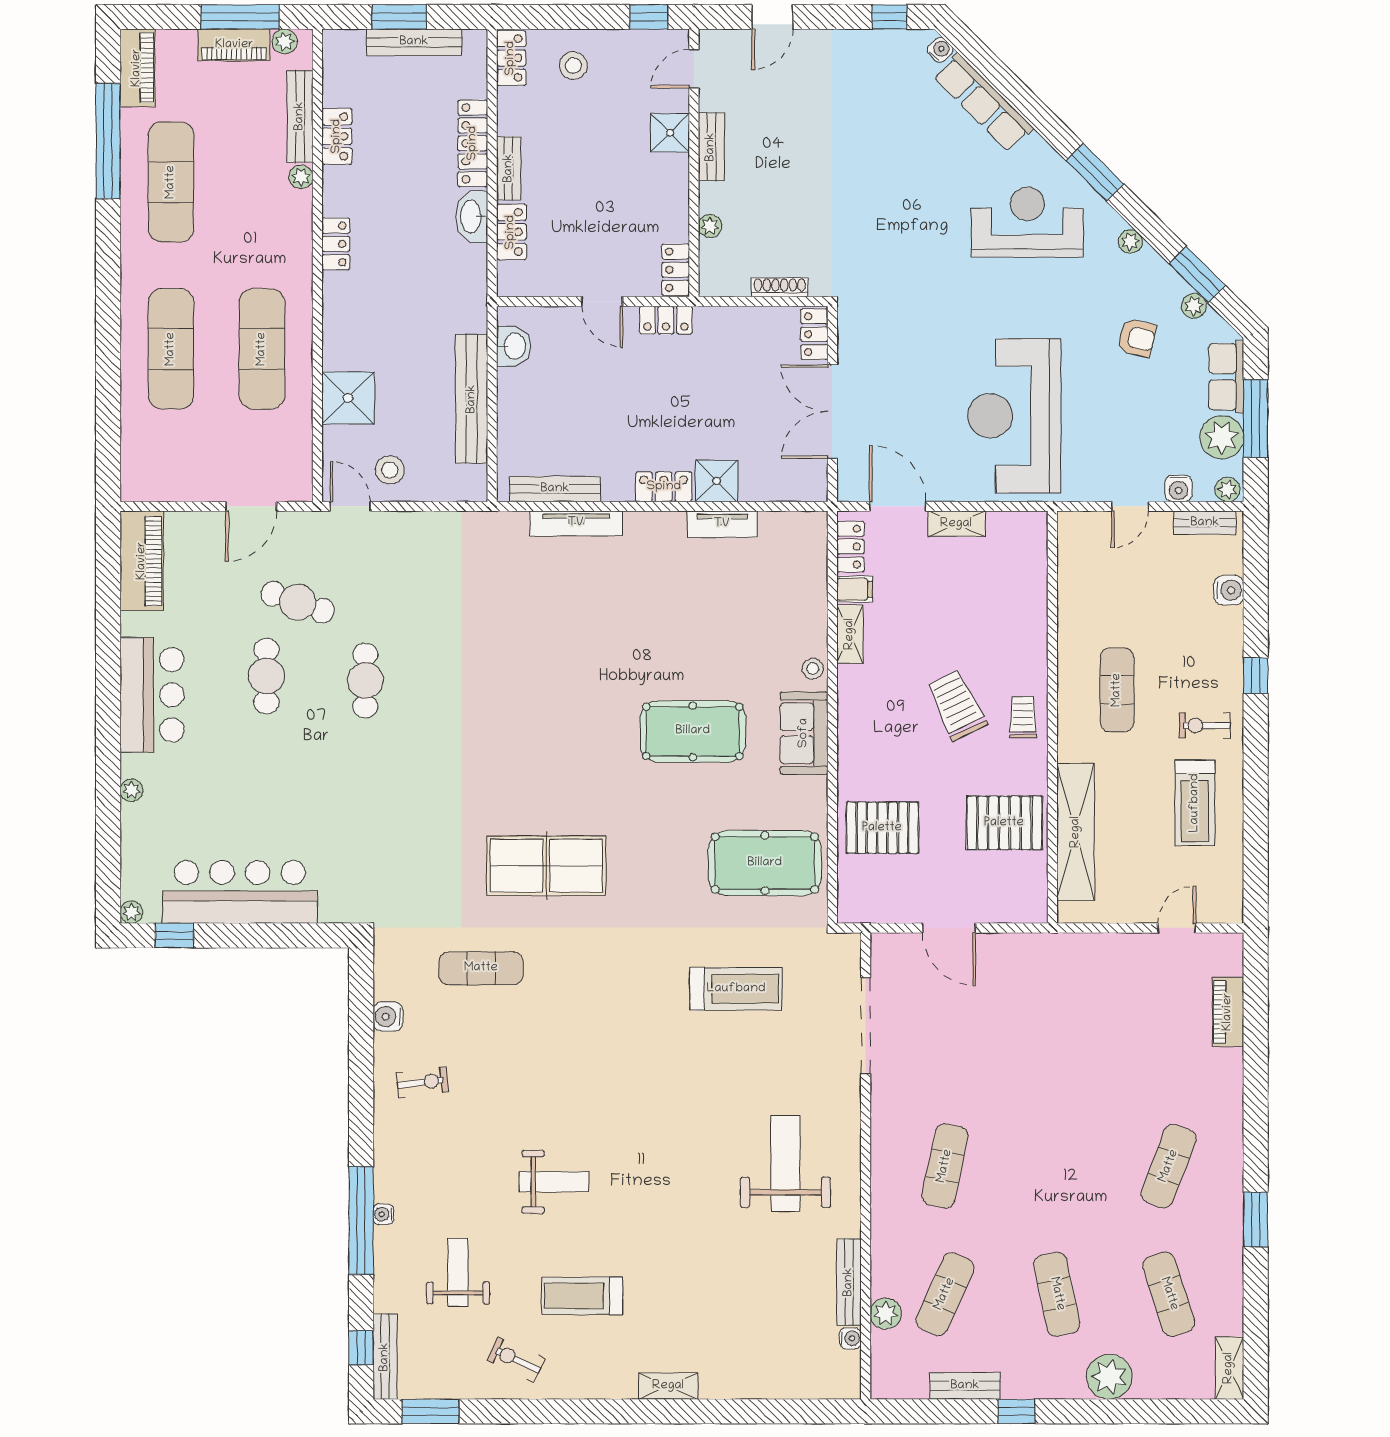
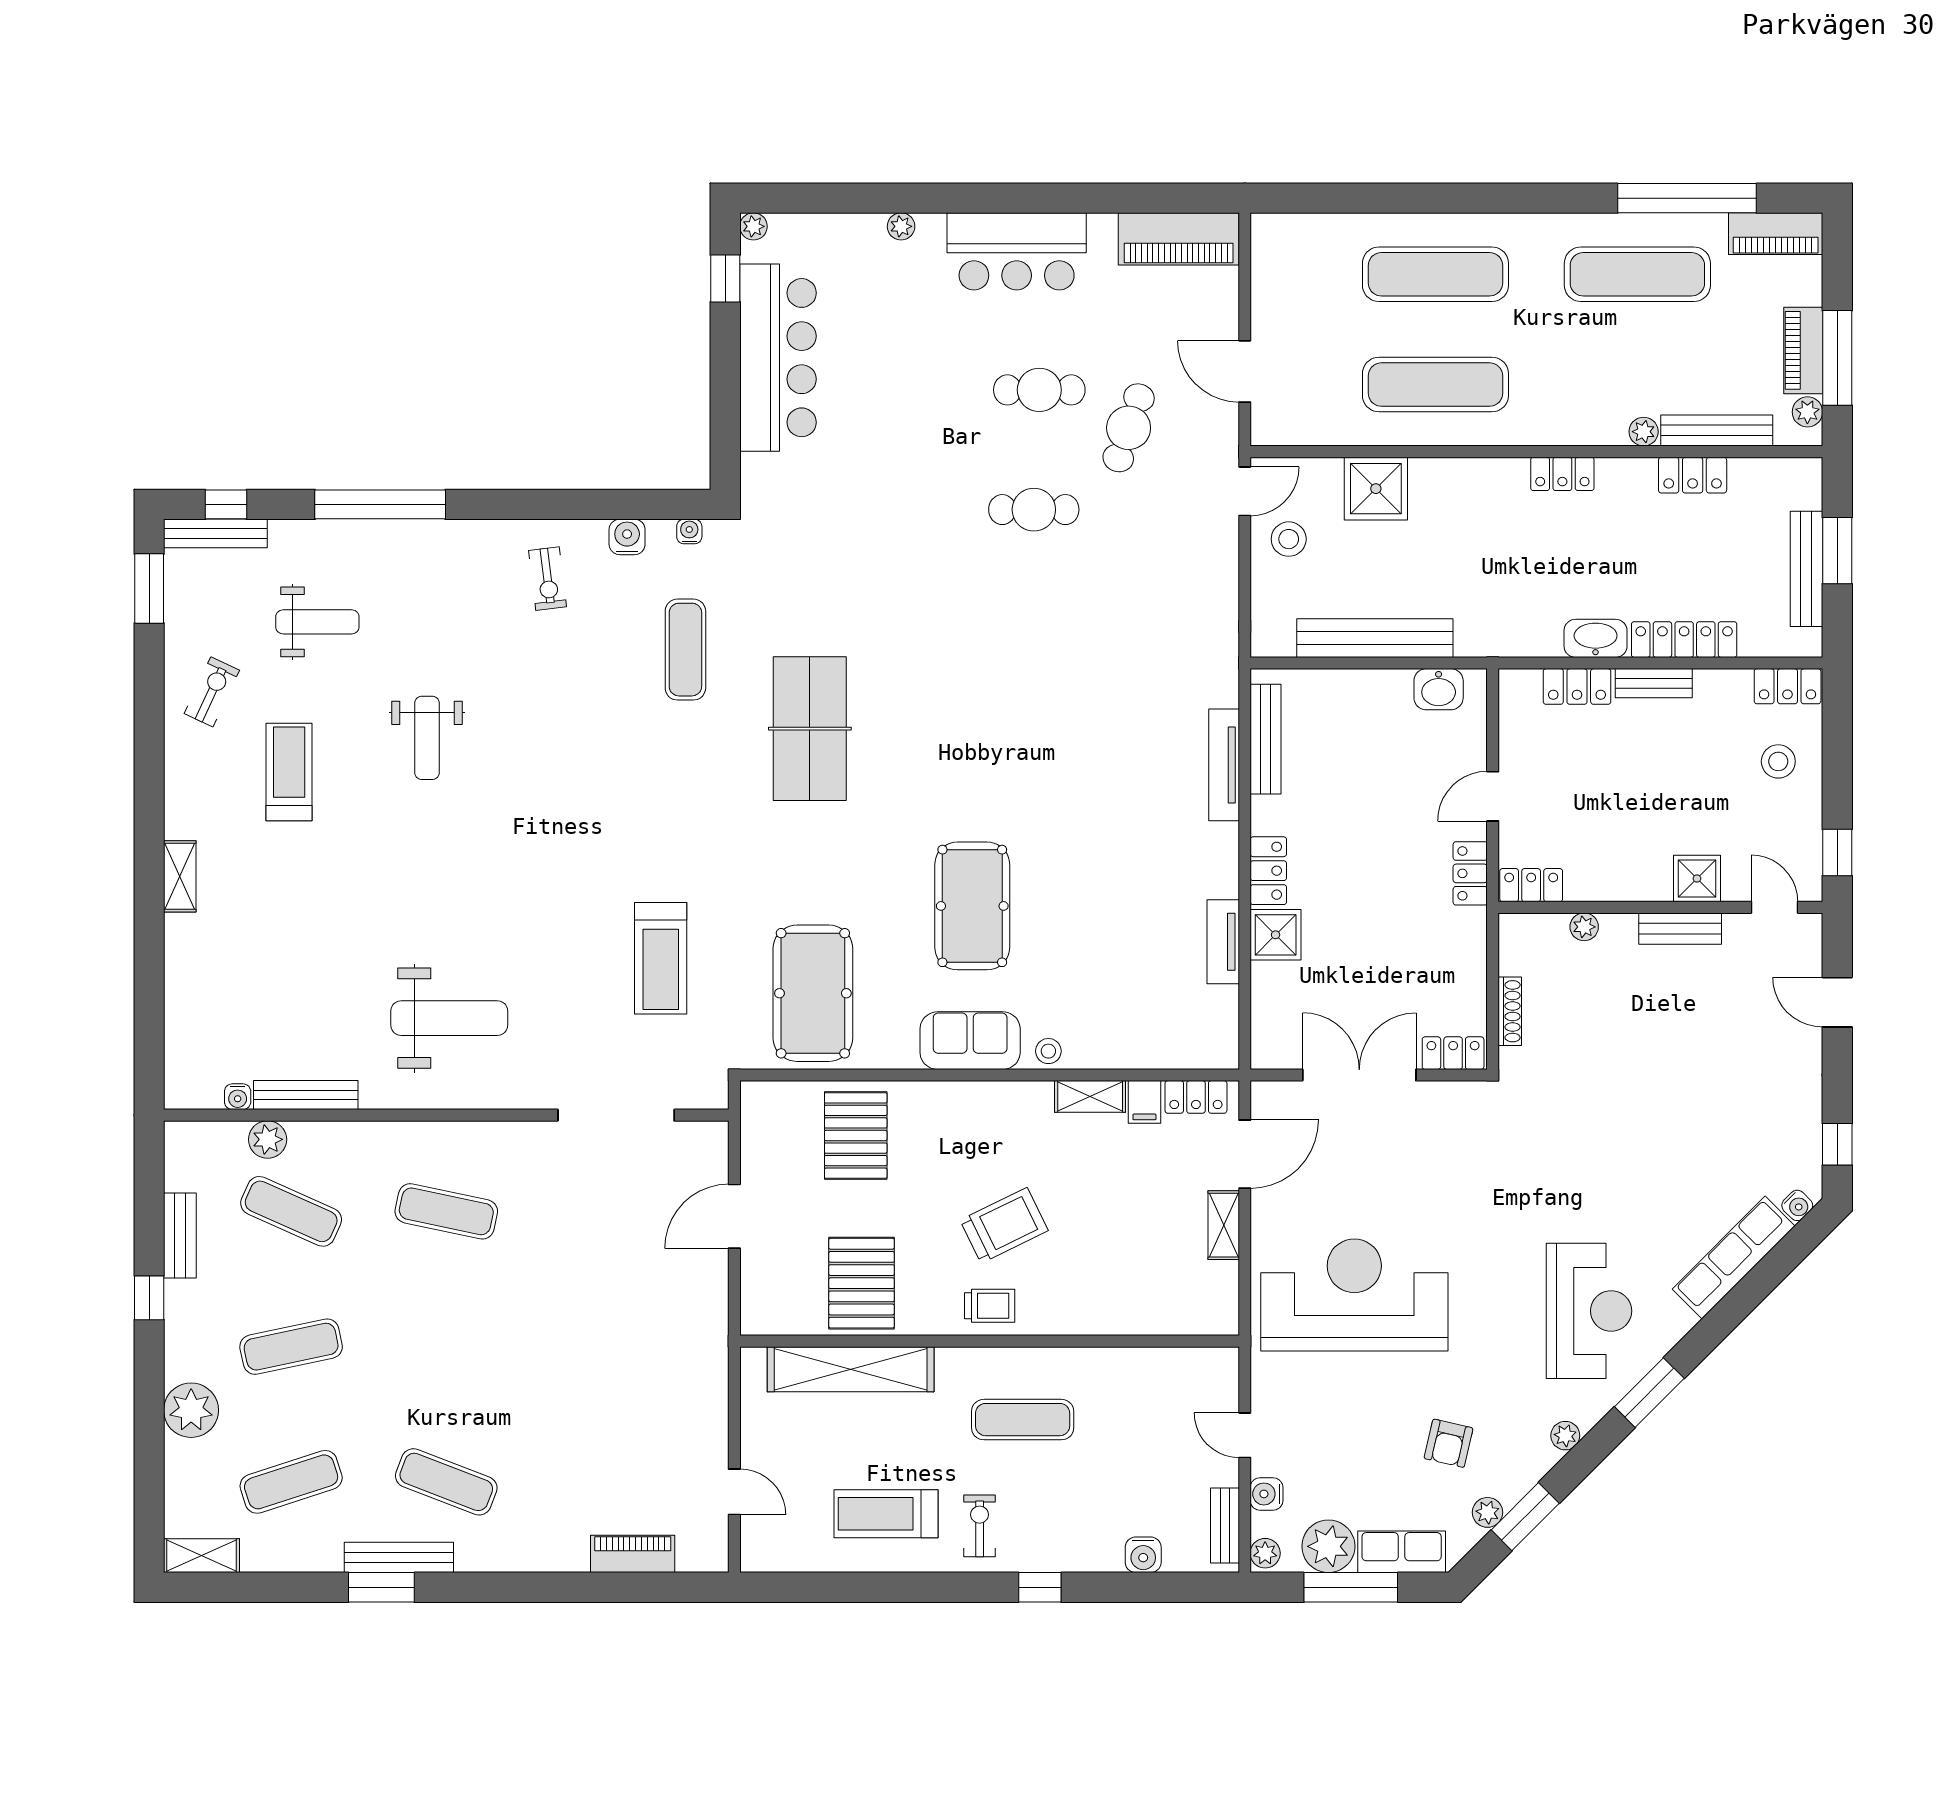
bench: (1231, 1205) -> (399, 1557), added
water cooler: (383, 1214) -> (689, 531), moved

